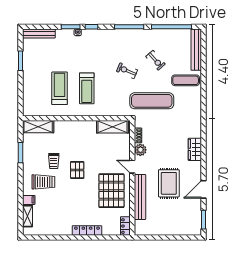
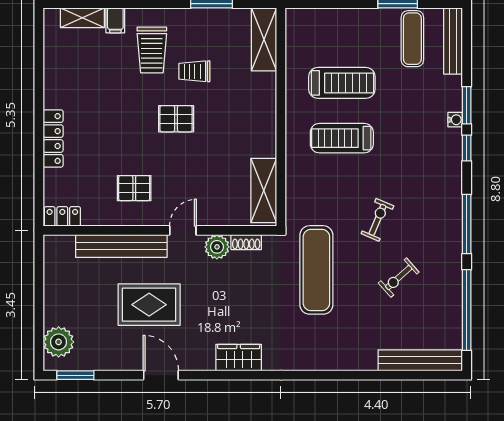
exercise mat: (186, 80) -> (412, 39), moved
wardrobe: (195, 149) -> (239, 358), moved
door: (204, 189) -> (161, 375), moved
pallet: (111, 191) -> (134, 188), width x0.49, depth x0.50
plant: (187, 228) -> (59, 342), added

